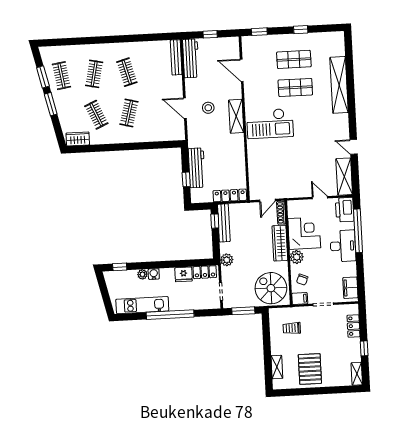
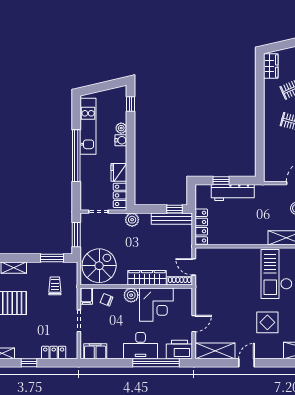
display table: (315, 130) -> (267, 322), added
window: (266, 332) -> (52, 258), added

